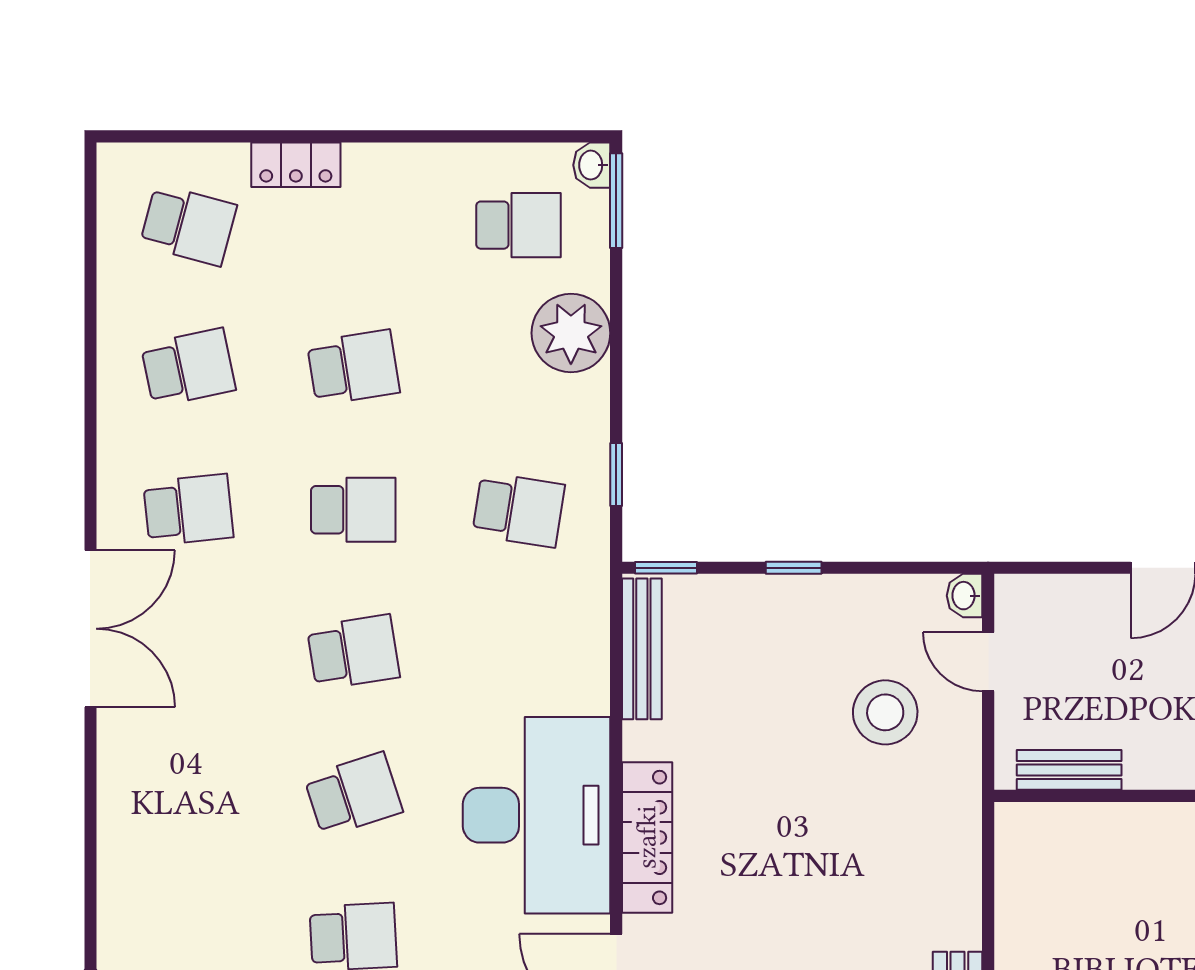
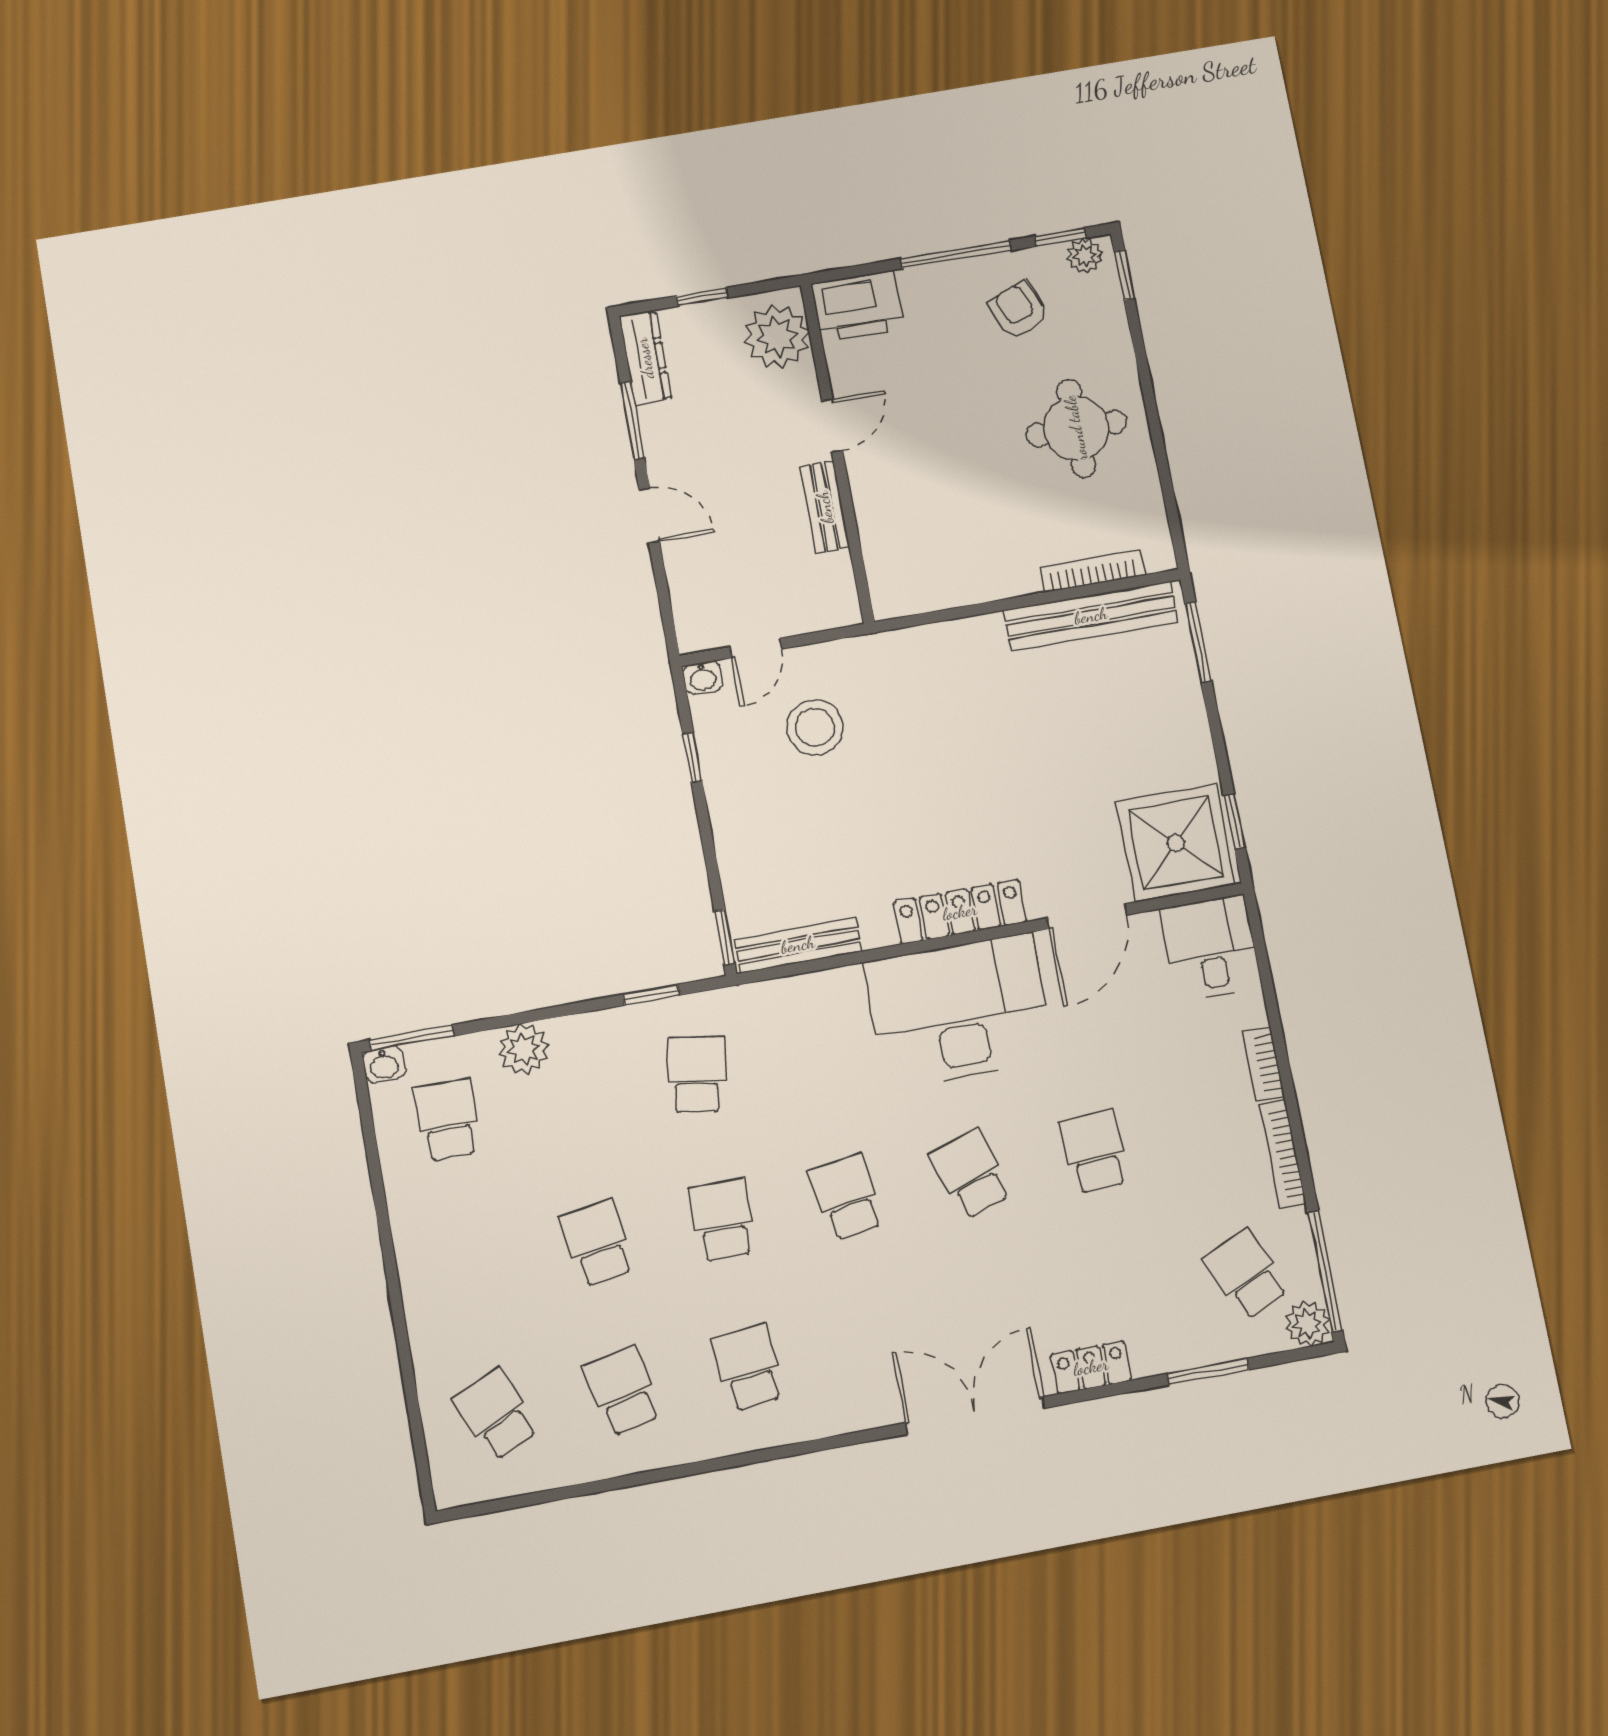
locker: (296, 165) -> (1091, 1367), moved, turned -90
school desk: (188, 225) -> (496, 1414), turned -39
plant: (571, 333) -> (524, 1049), width x0.73, depth x0.73
window: (794, 568) -> (692, 757), moved
double door: (90, 629) -> (975, 1415), moved
bench: (1069, 770) -> (825, 507), moved

